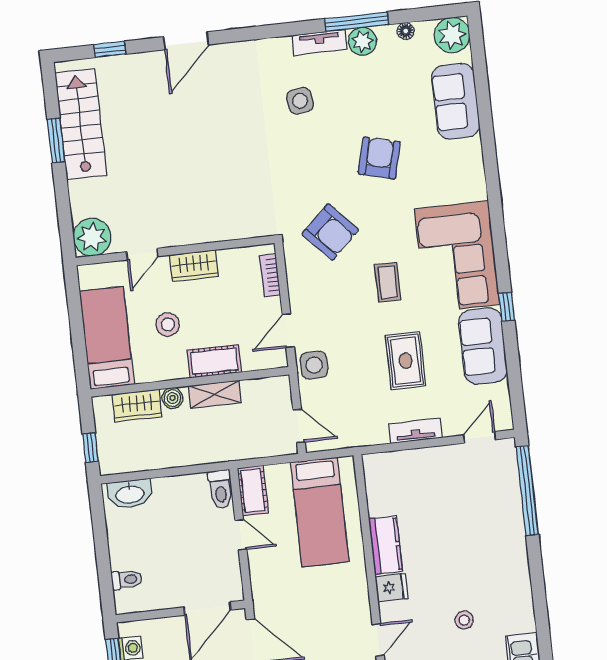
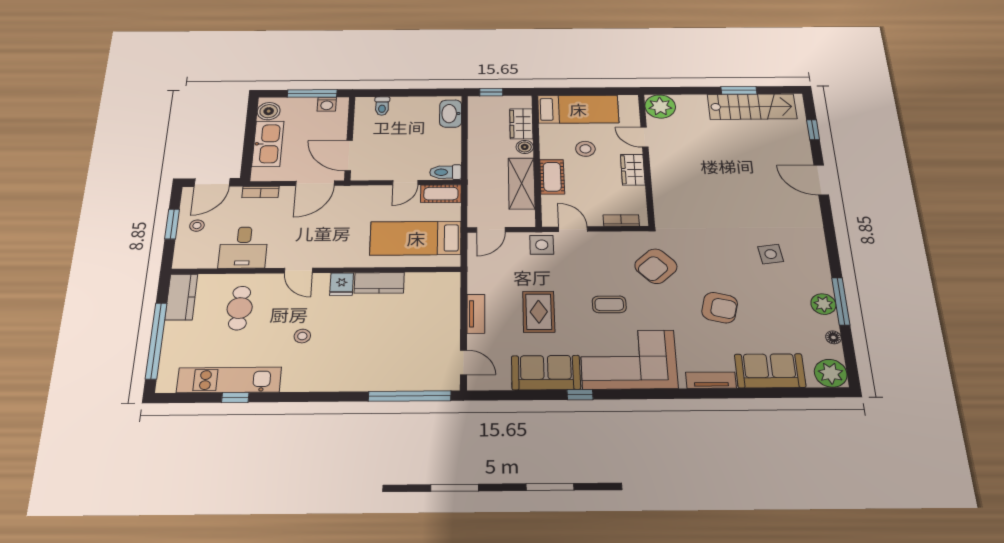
tv unit: (320, 42) -> (711, 380), moved, turned 90
rug: (405, 361) -> (539, 312), turned 90
shelving: (215, 394) -> (522, 183), width x1.50, depth x1.33

